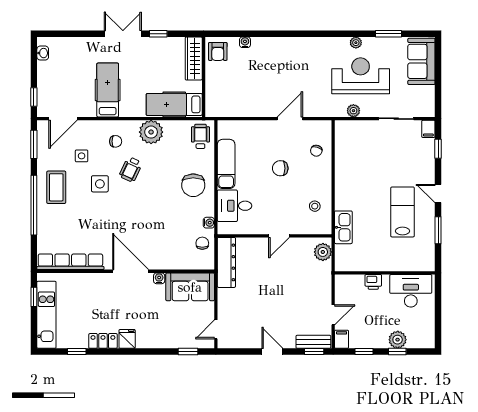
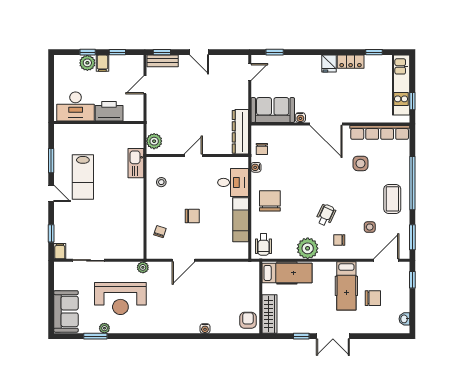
water cooler: (245, 42) -> (205, 329), moved
plant: (356, 43) -> (104, 328), moved
chair: (78, 76) -> (373, 298), added
plant: (353, 111) -> (143, 267), moved
side table: (100, 184) -> (360, 163), moved
printer: (373, 282) -> (109, 111), width x1.87, depth x1.48
filing cabinet: (342, 339) -> (102, 63), moved

